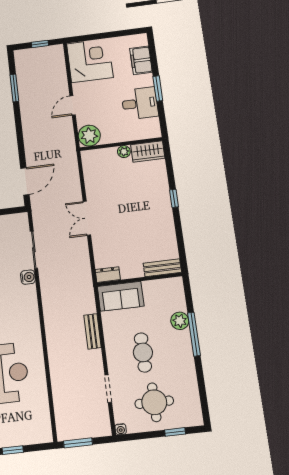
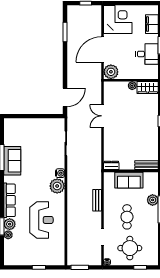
door: (73, 105) -> (102, 49), width x1.88
double door: (87, 218) -> (102, 116), moved
water cooler: (28, 277) -> (60, 173), moved
sofa: (121, 296) -> (129, 180), moved
plant: (28, 317) -> (57, 186), added

